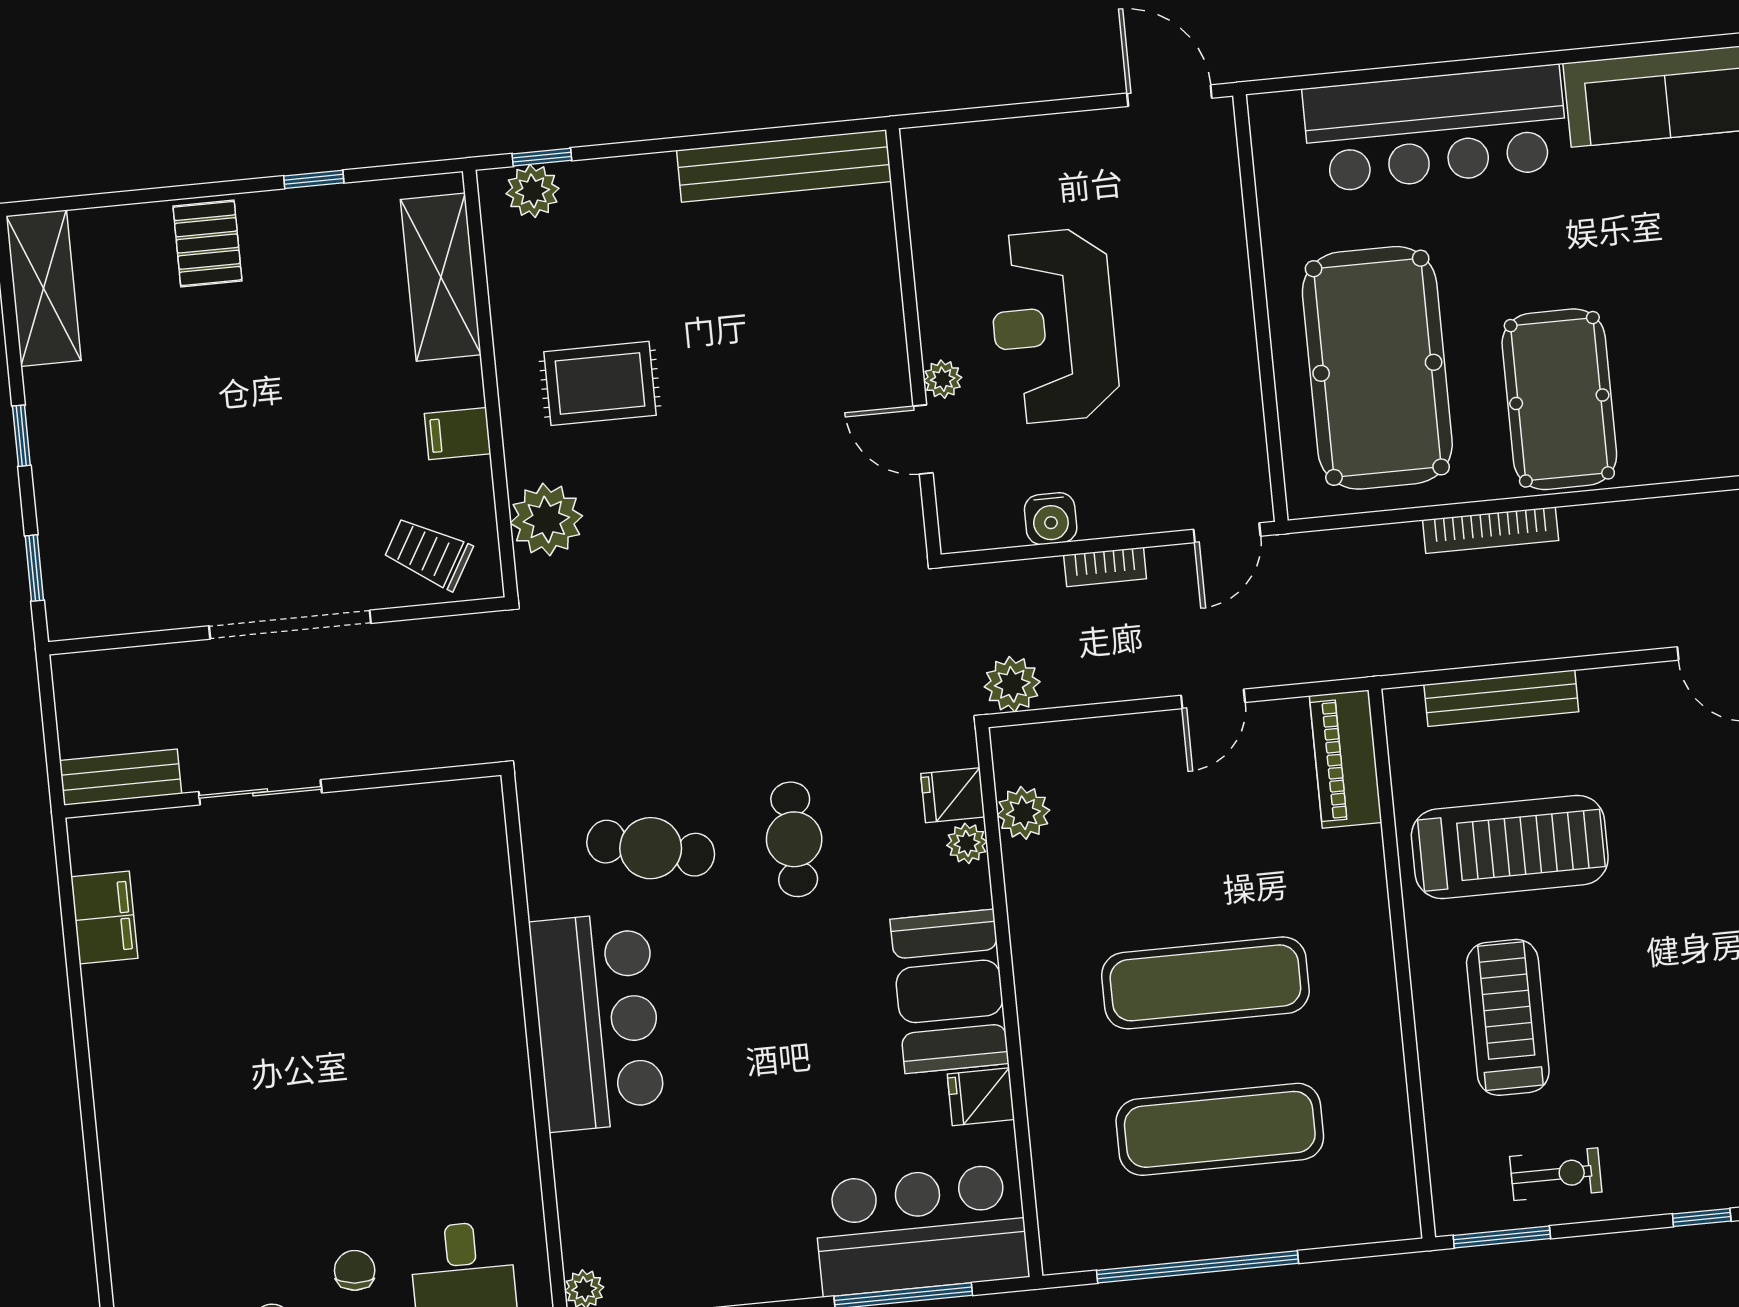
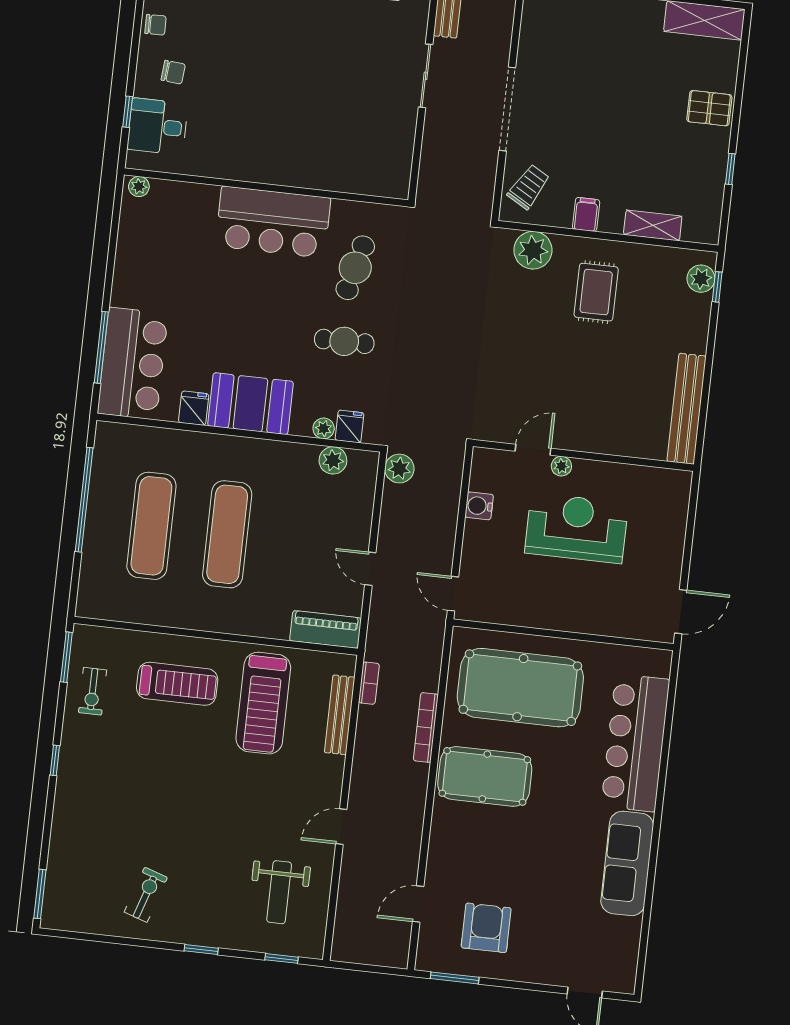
shelving: (441, 277) -> (653, 225), width x0.67, depth x0.75
bookcase: (1105, 567) -> (369, 683), moved, turned 180

